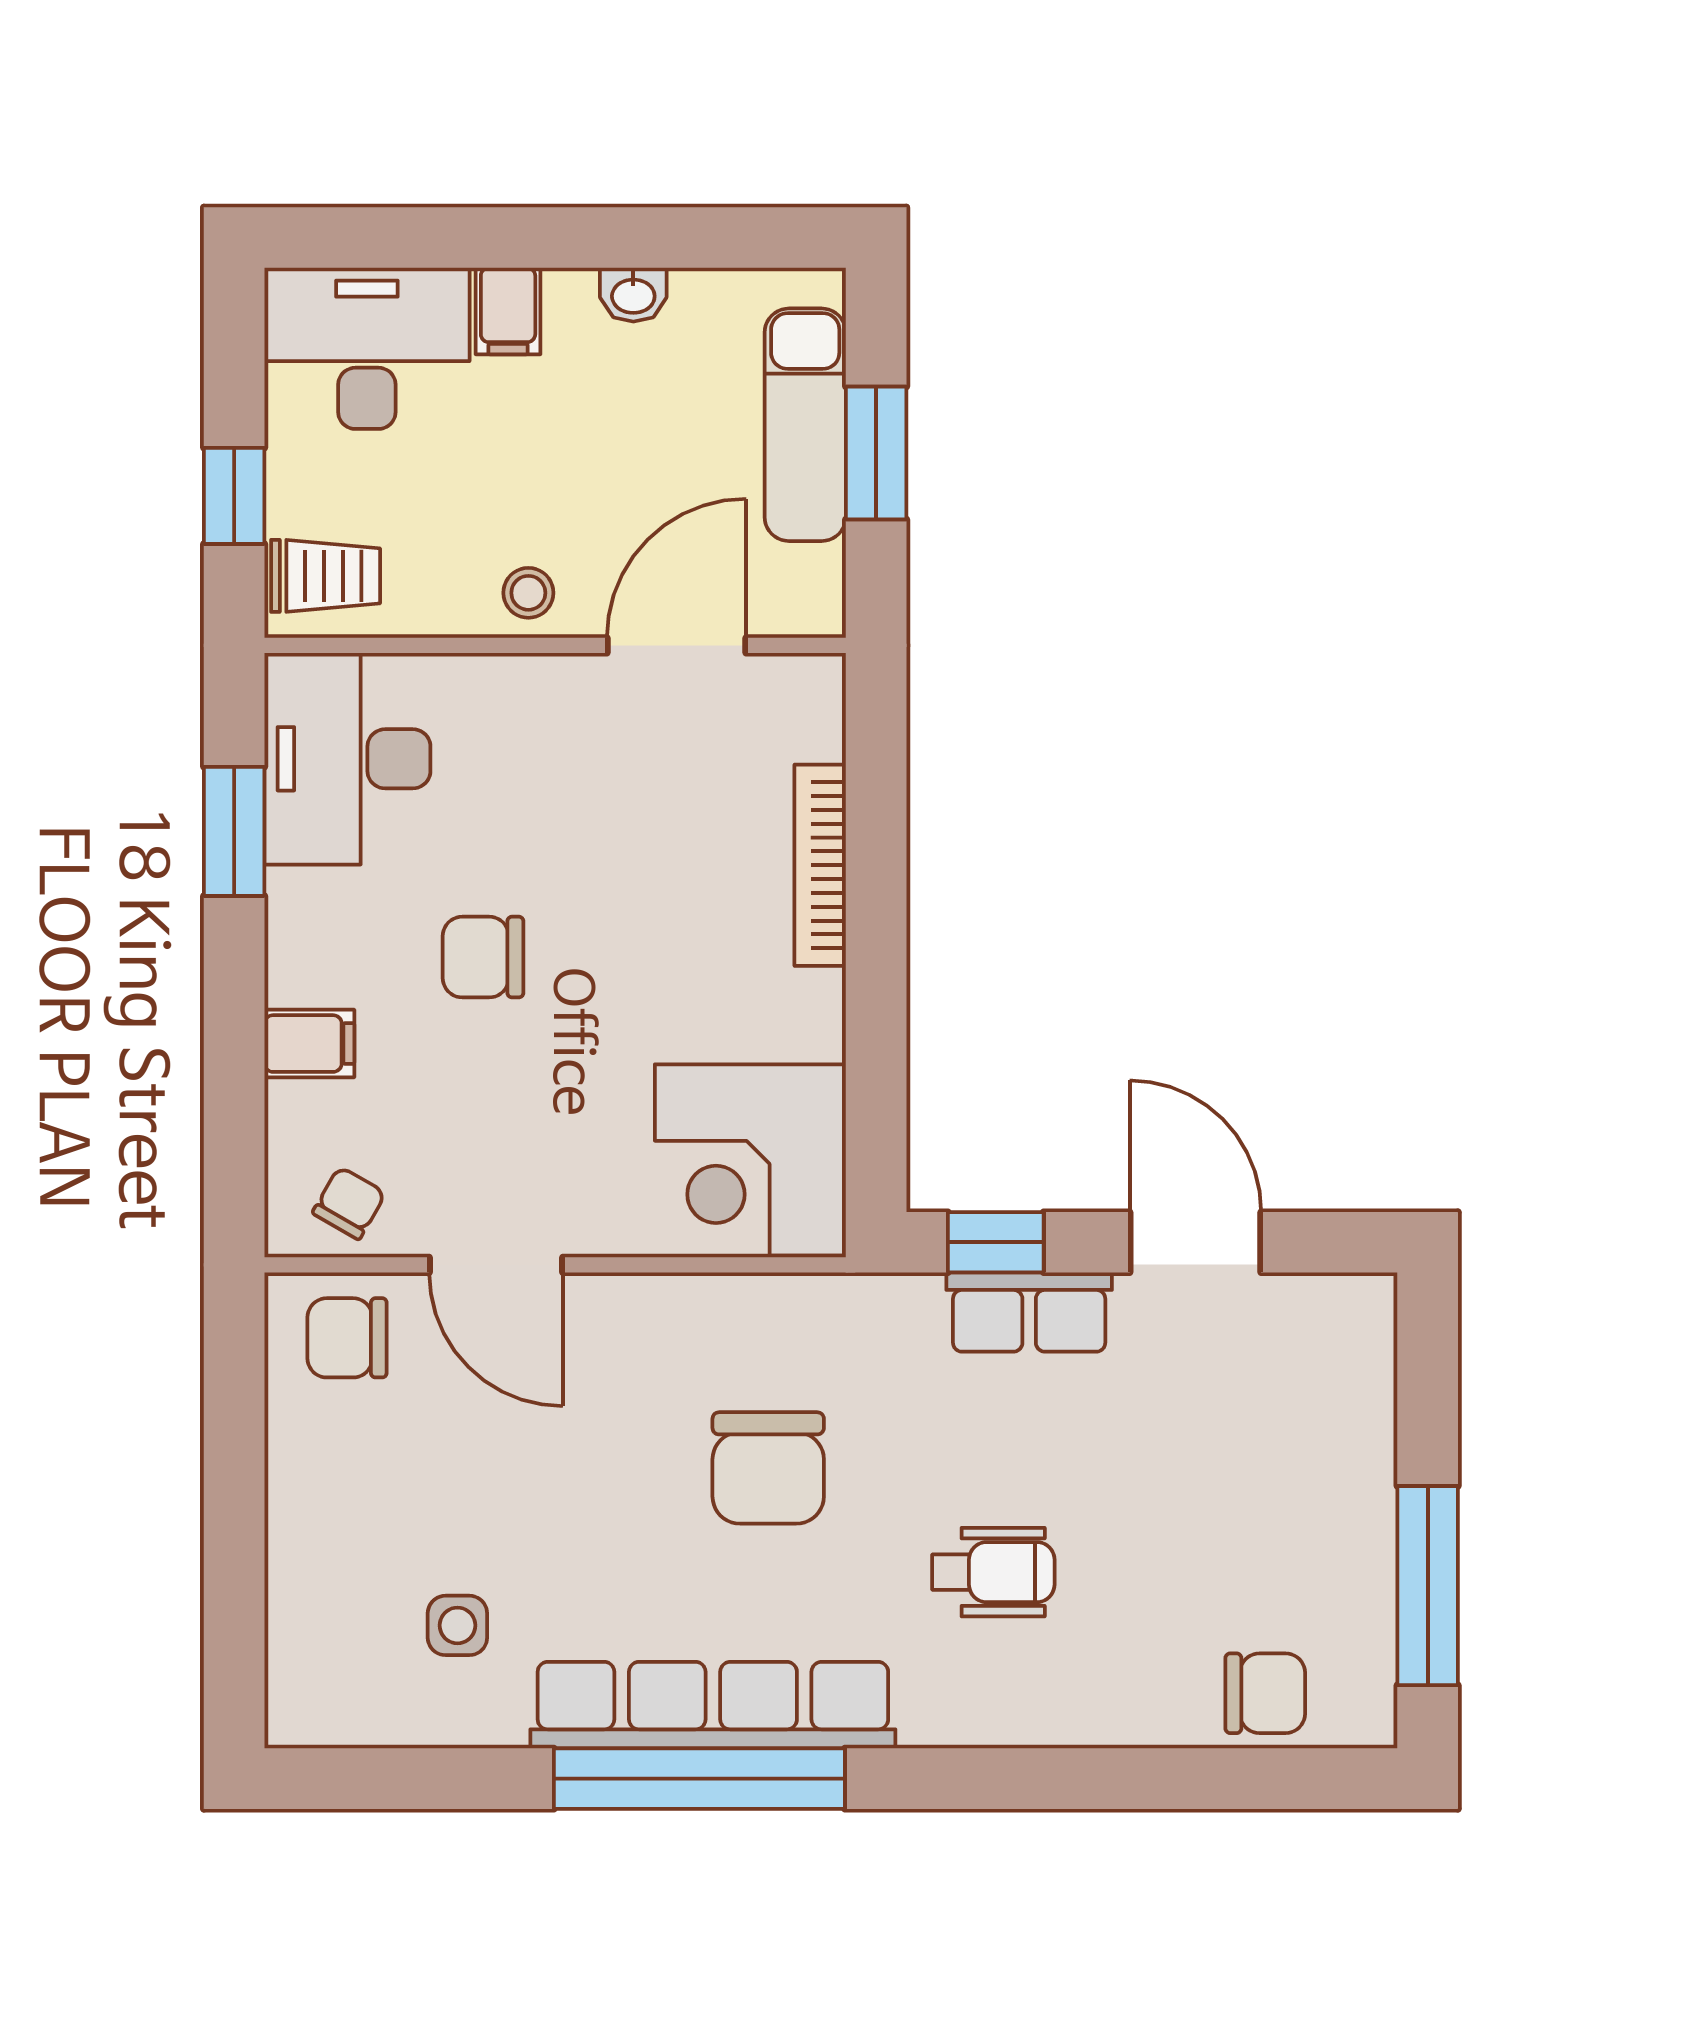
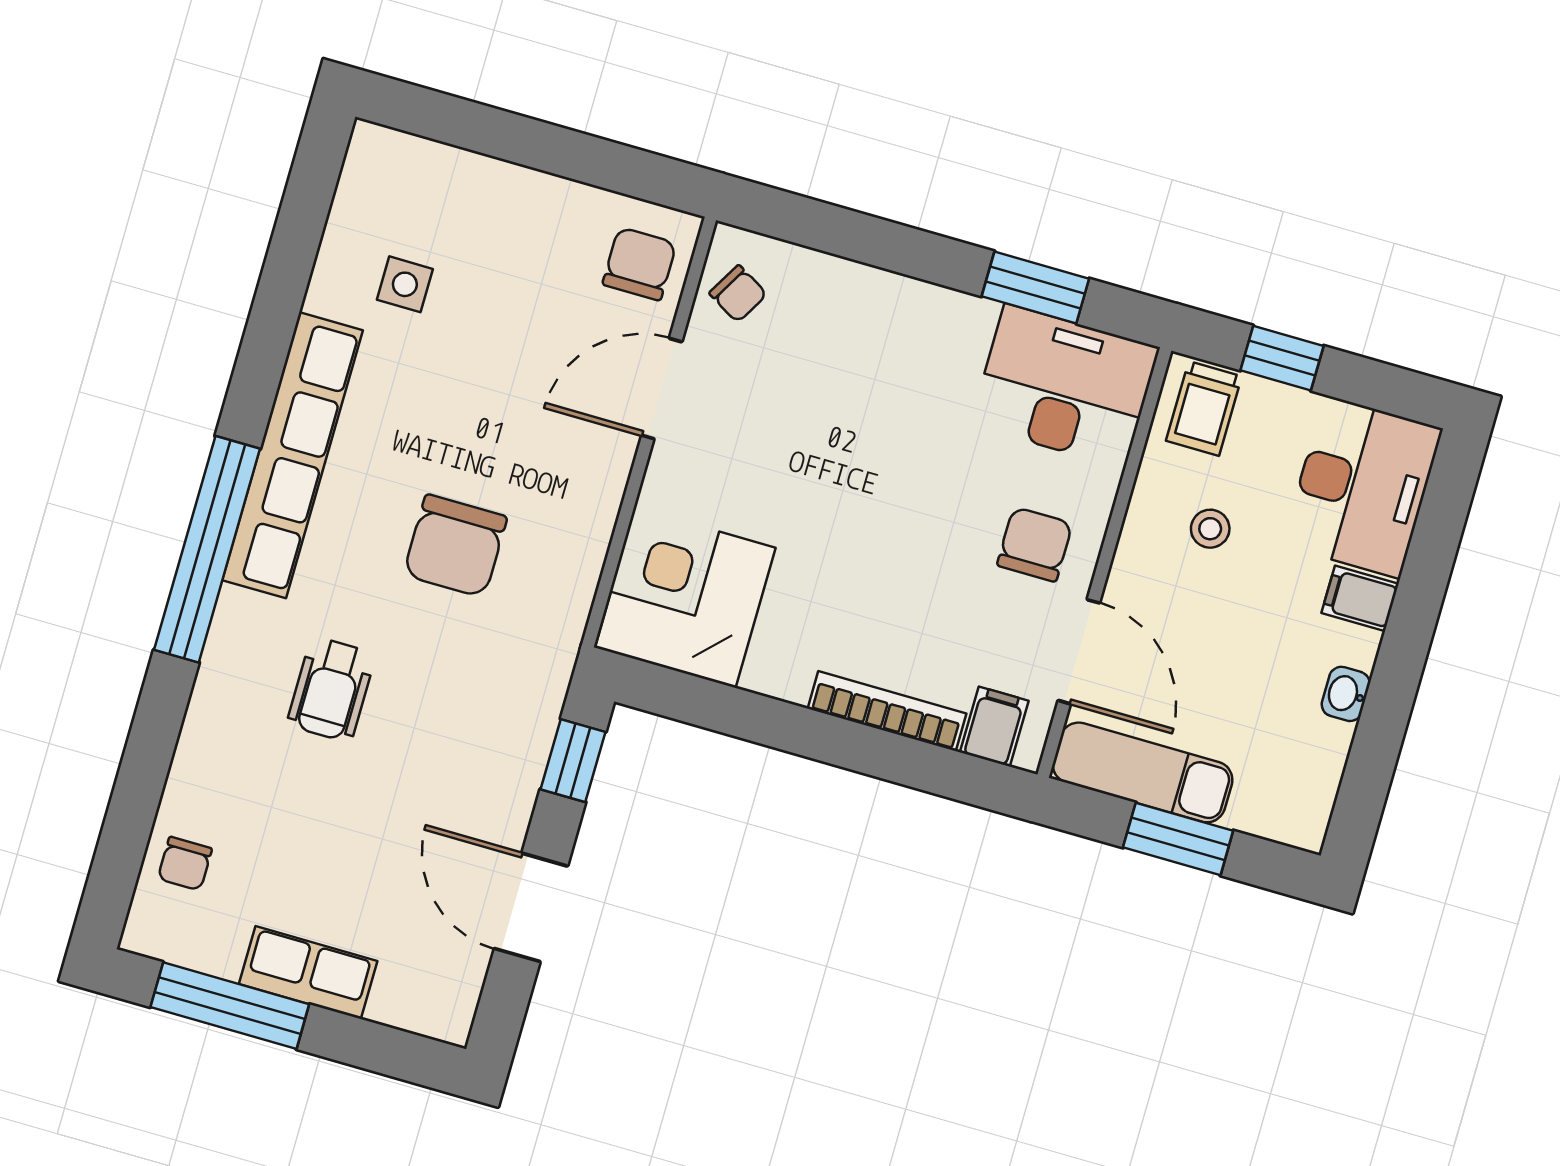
exam couch: (805, 425) -> (1143, 772), moved
stool: (528, 593) -> (1210, 529), moved
chair: (483, 957) -> (1035, 544), moved
filing cabinet: (309, 1044) -> (994, 726), moved, turned 180
door: (1195, 1242) -> (531, 907), swing flipped
row of seats: (1029, 1312) -> (308, 973), moved, turned 90
chair: (768, 1468) -> (455, 546), turned -90
chair: (1265, 1693) -> (185, 864), width x0.73, depth x0.73
window: (699, 1779) -> (207, 549), moved

